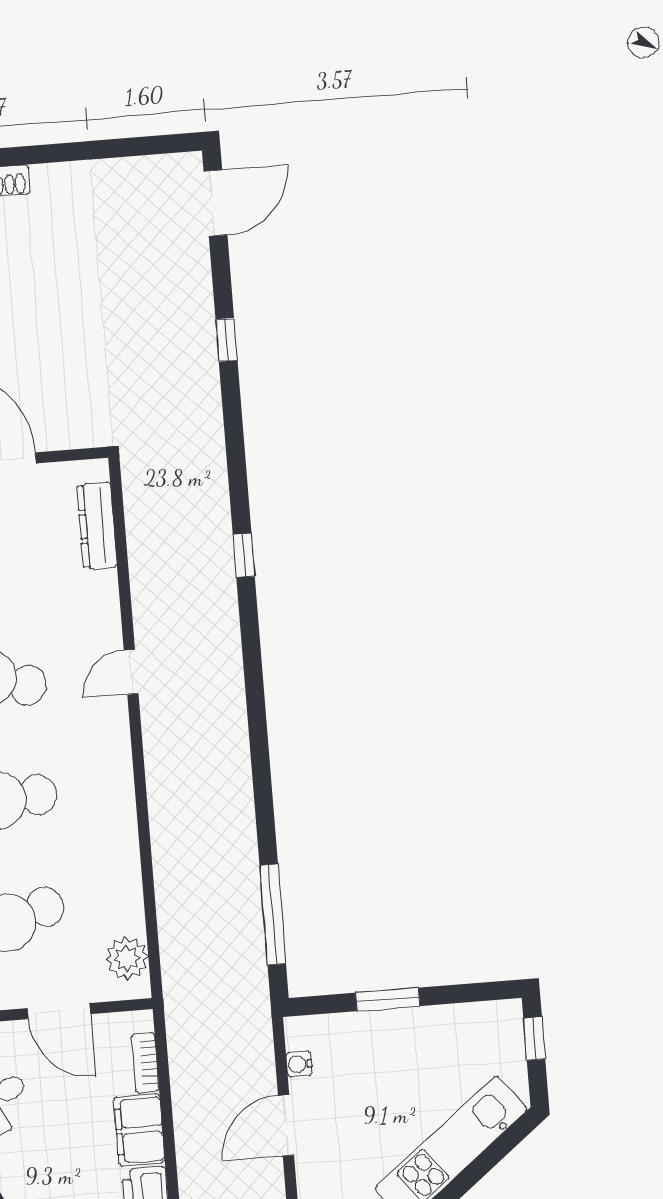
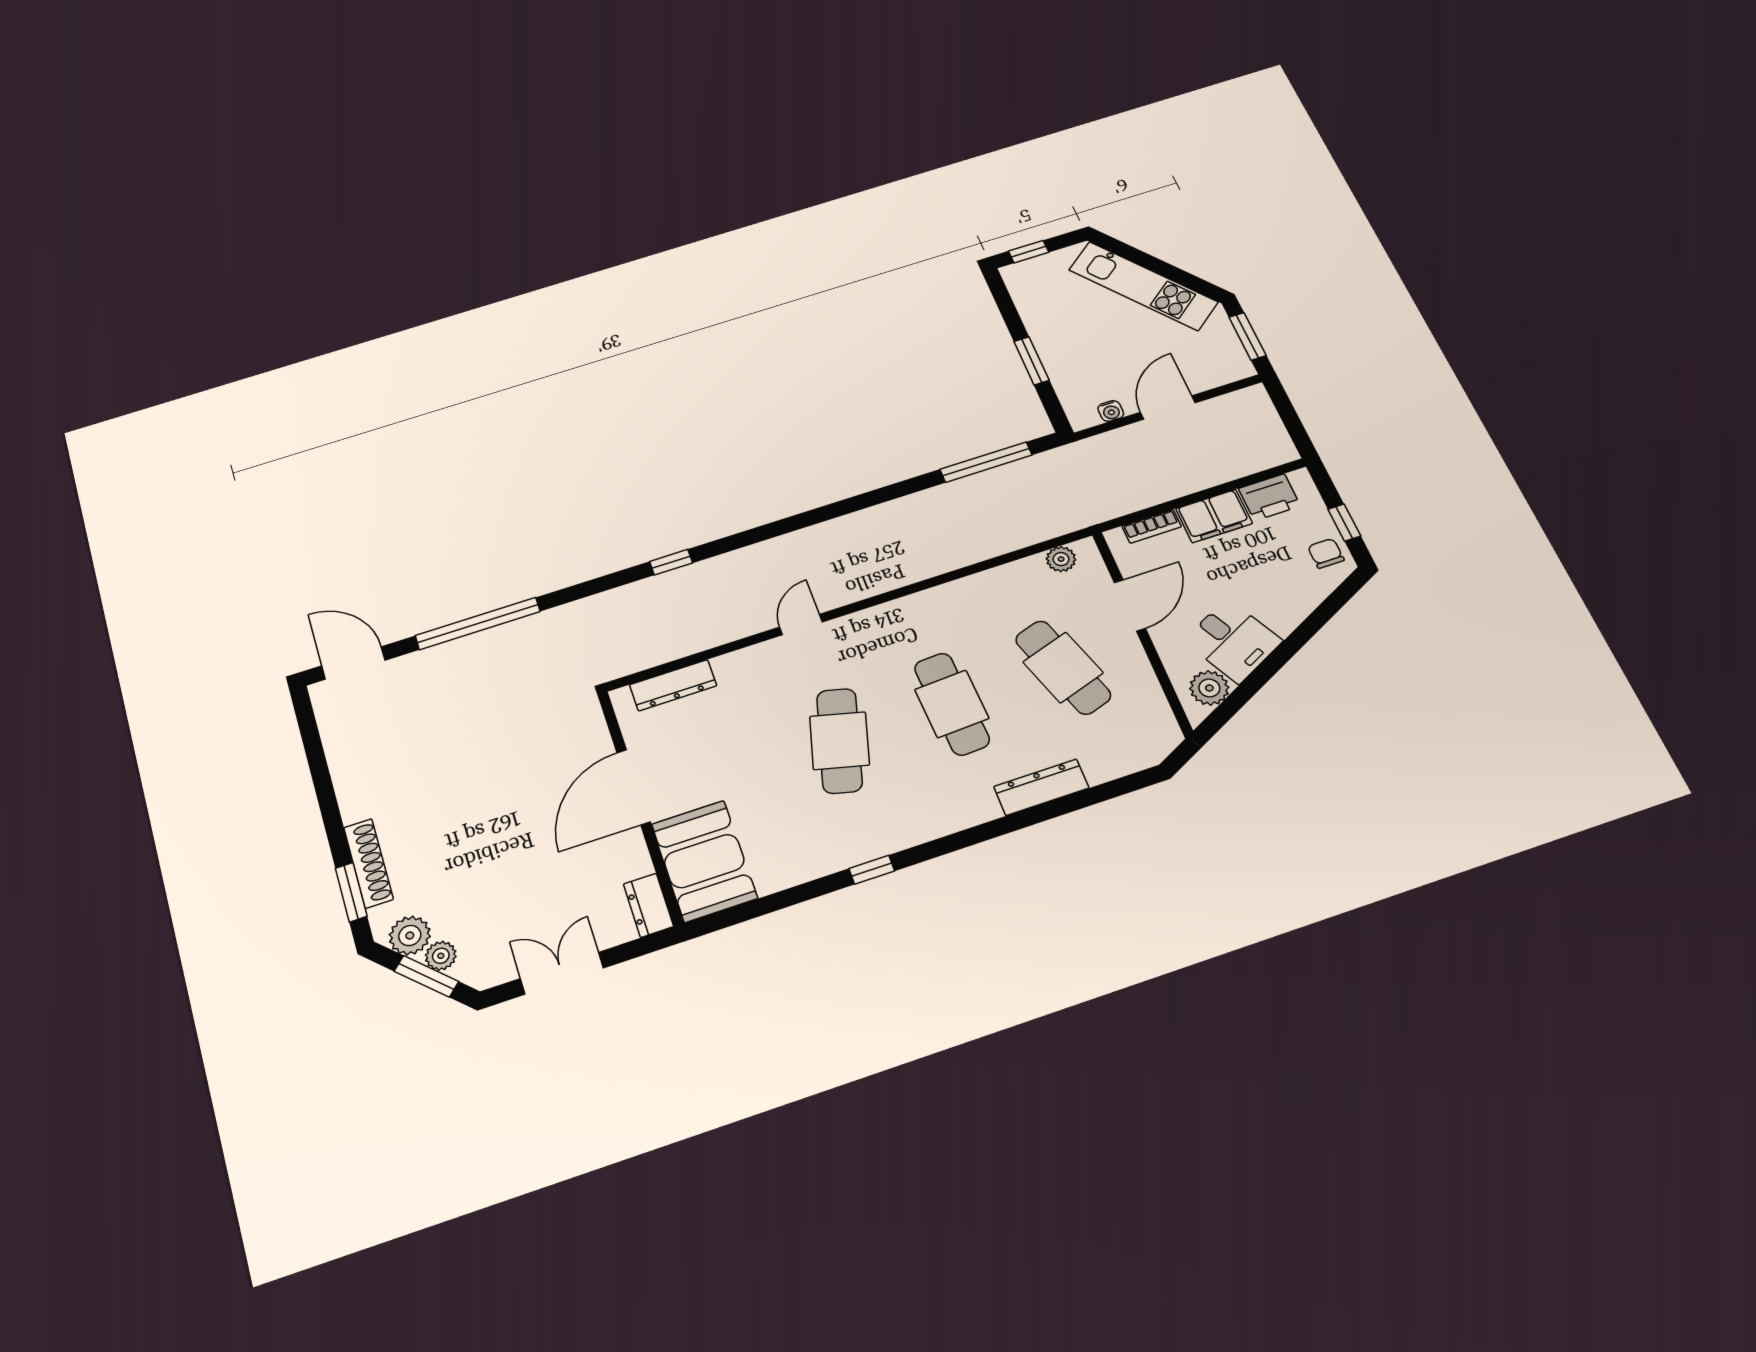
window: (226, 340) -> (478, 624), width x3.17
door: (131, 672) -> (801, 624), swing flipped
plant: (127, 958) -> (1061, 559), width x0.73, depth x0.73
door: (286, 1125) -> (1168, 408), swing flipped

